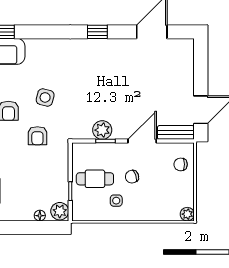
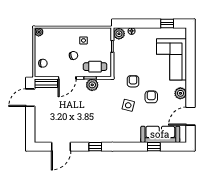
cafe table: (95, 179) -> (95, 67), moved

